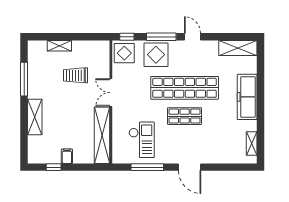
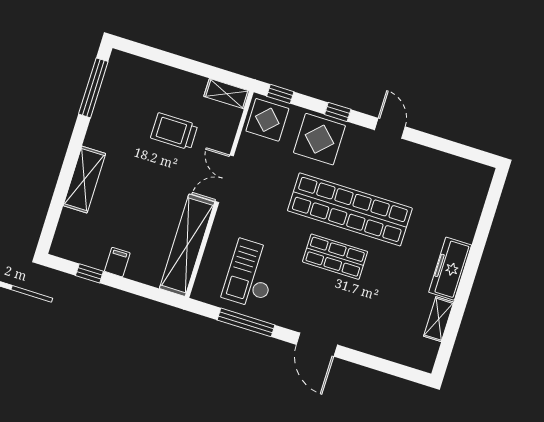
window: (161, 37) -> (338, 112), width x0.46
shelving: (59, 46) -> (227, 94), moved
shelving: (238, 48) -> (460, 171), removed
window: (24, 79) -> (93, 88), moved
freezer: (247, 97) -> (450, 269), width x0.73, depth x0.79
checkout: (142, 140) -> (251, 274), turned 180
shelving: (252, 143) -> (439, 319), moved

